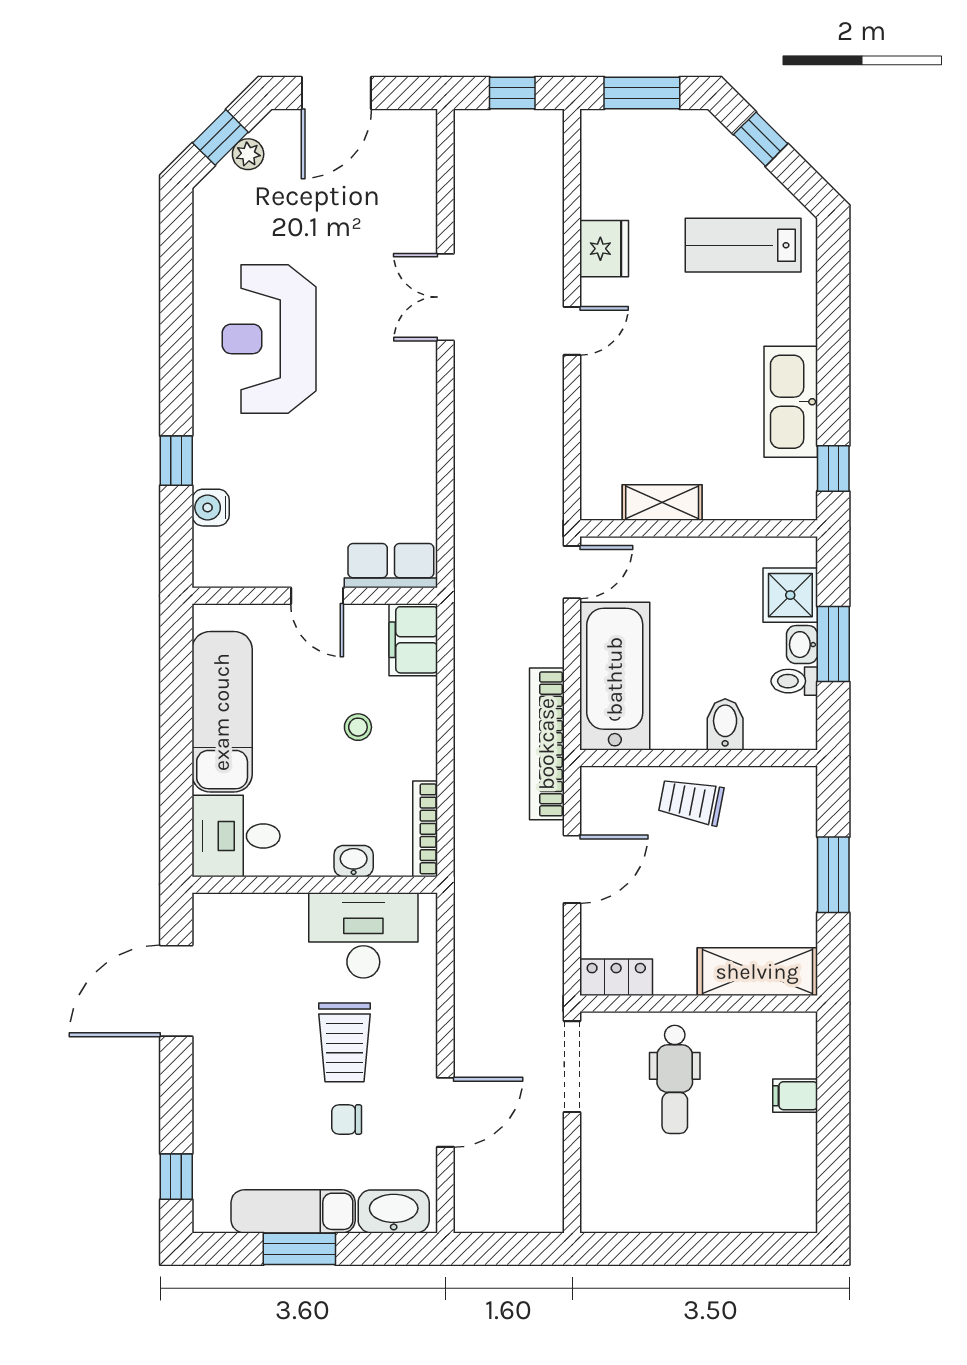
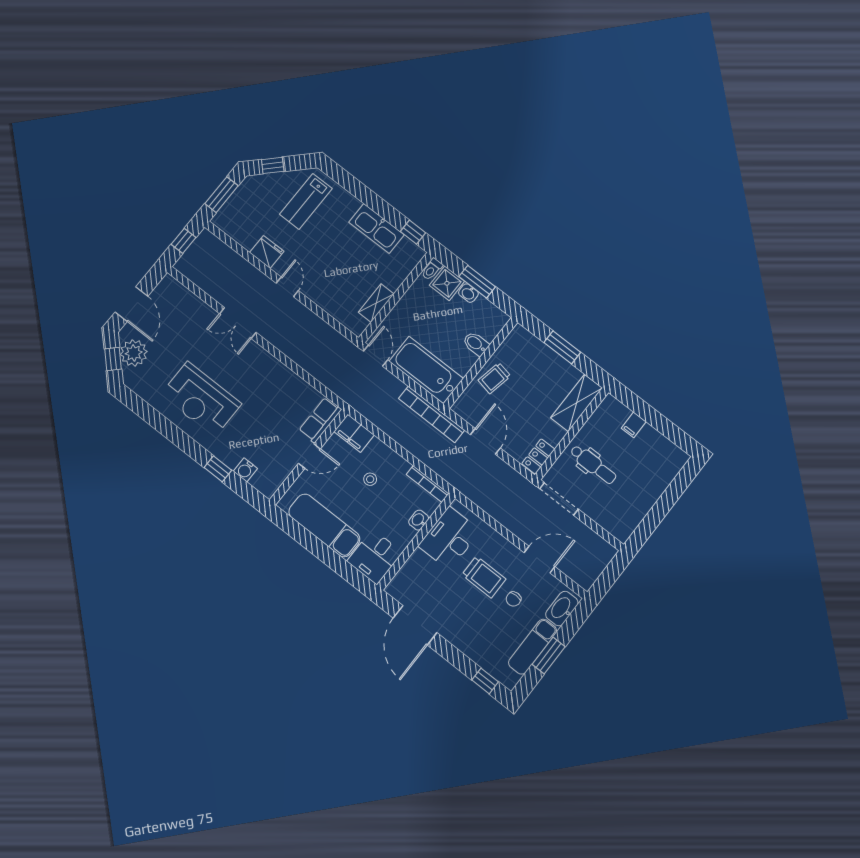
plant: (248, 154) -> (134, 353), width x1.88, depth x1.88
toilet: (794, 681) -> (432, 269), moved
door: (445, 1112) -> (539, 560), hinge flipped

